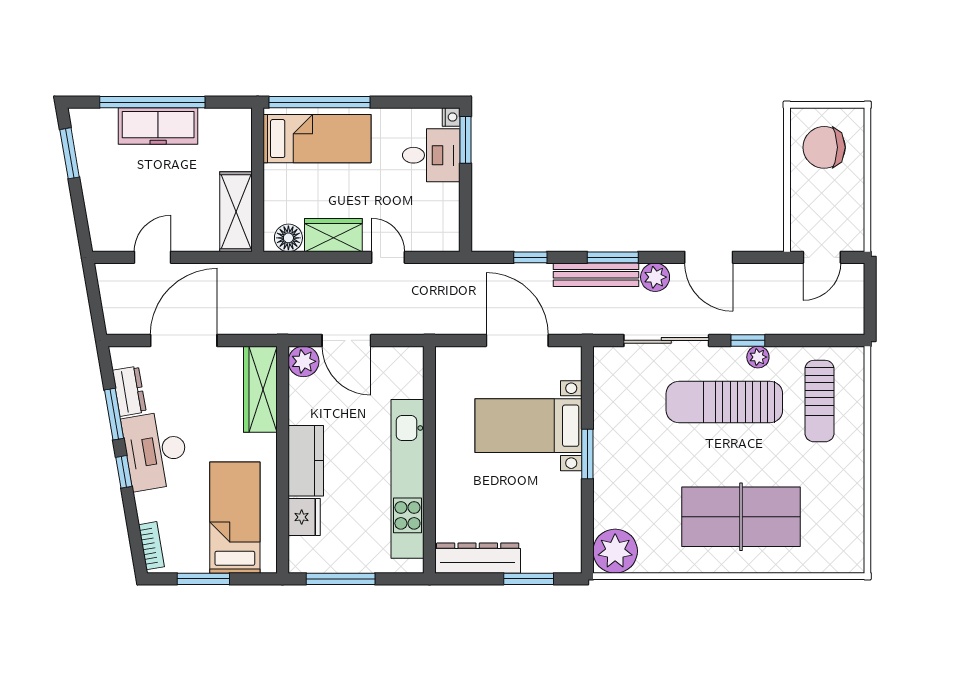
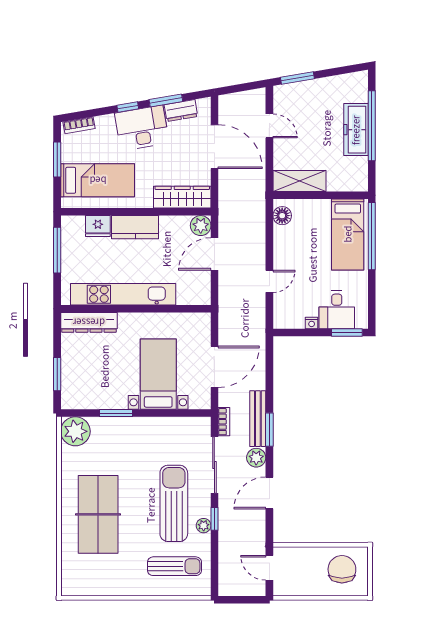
nightstand: (451, 117) -> (312, 323), moved
window: (70, 153) -> (297, 78), moved
wardrobe: (333, 235) -> (284, 245), removed
window: (530, 257) -> (269, 375), removed
bookcase: (601, 326) -> (224, 422), added
sun lounger: (820, 401) -> (174, 566), turned 180
window: (587, 454) -> (116, 413), moved
dresser: (478, 558) -> (89, 322), moved, turned 90

